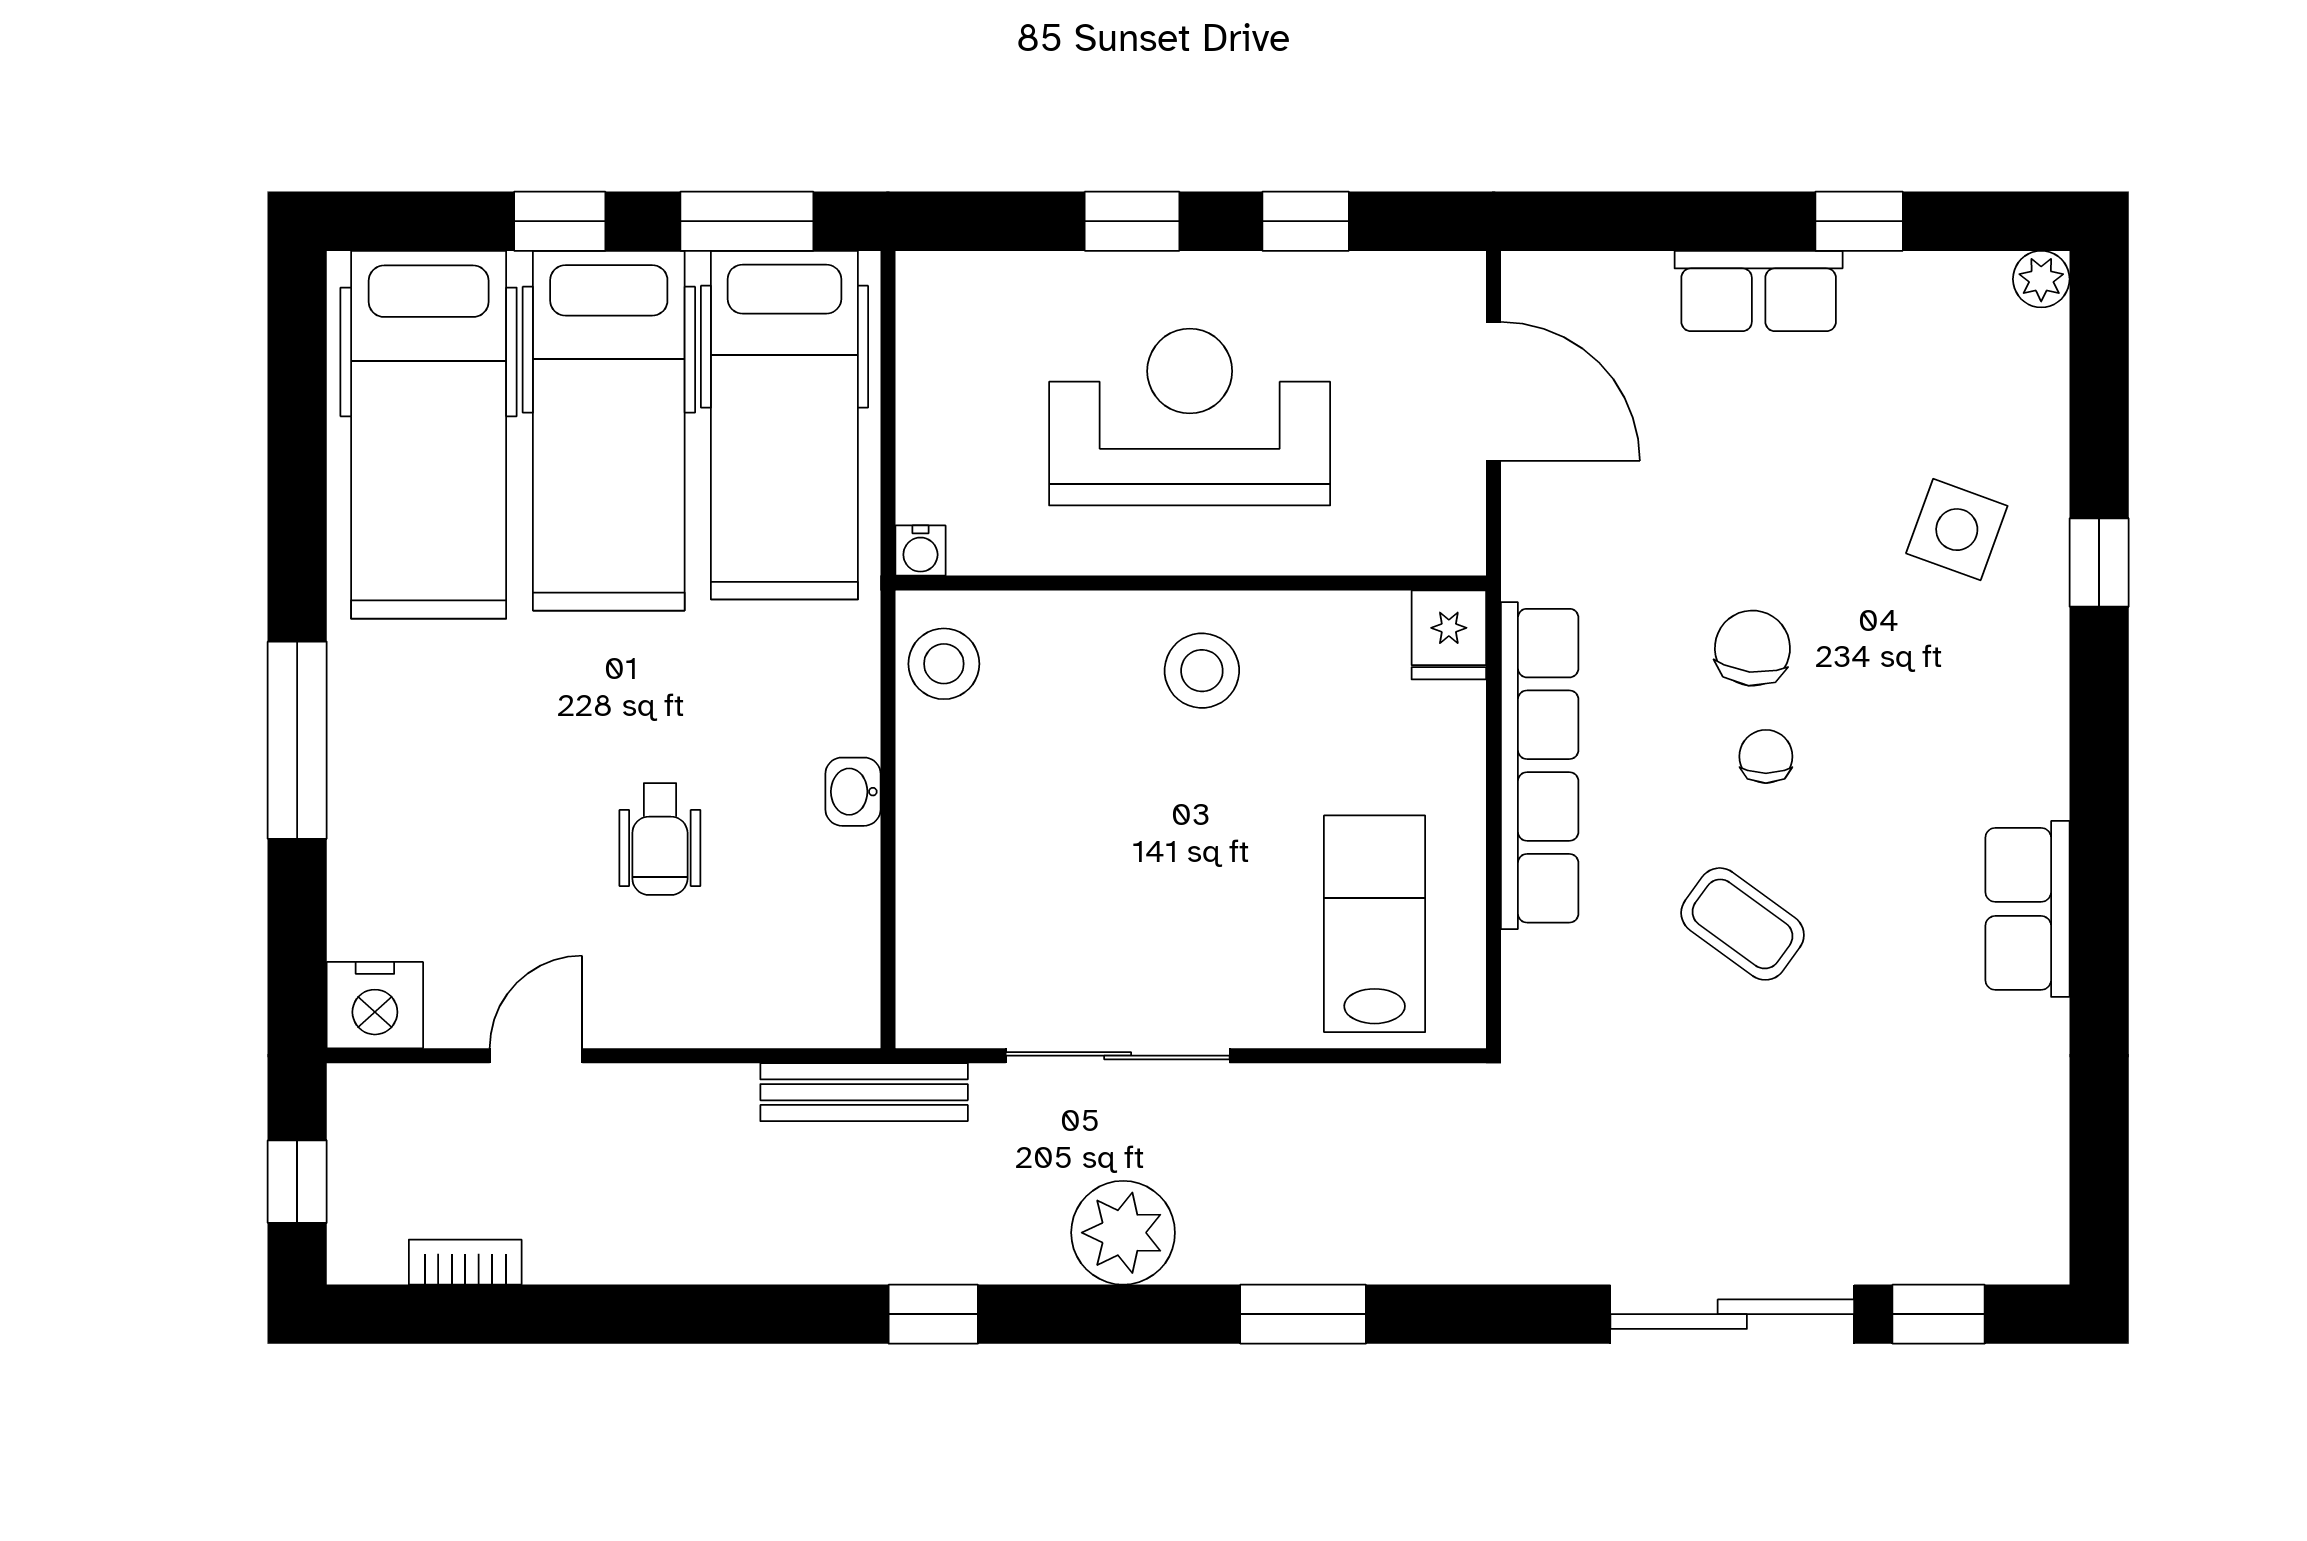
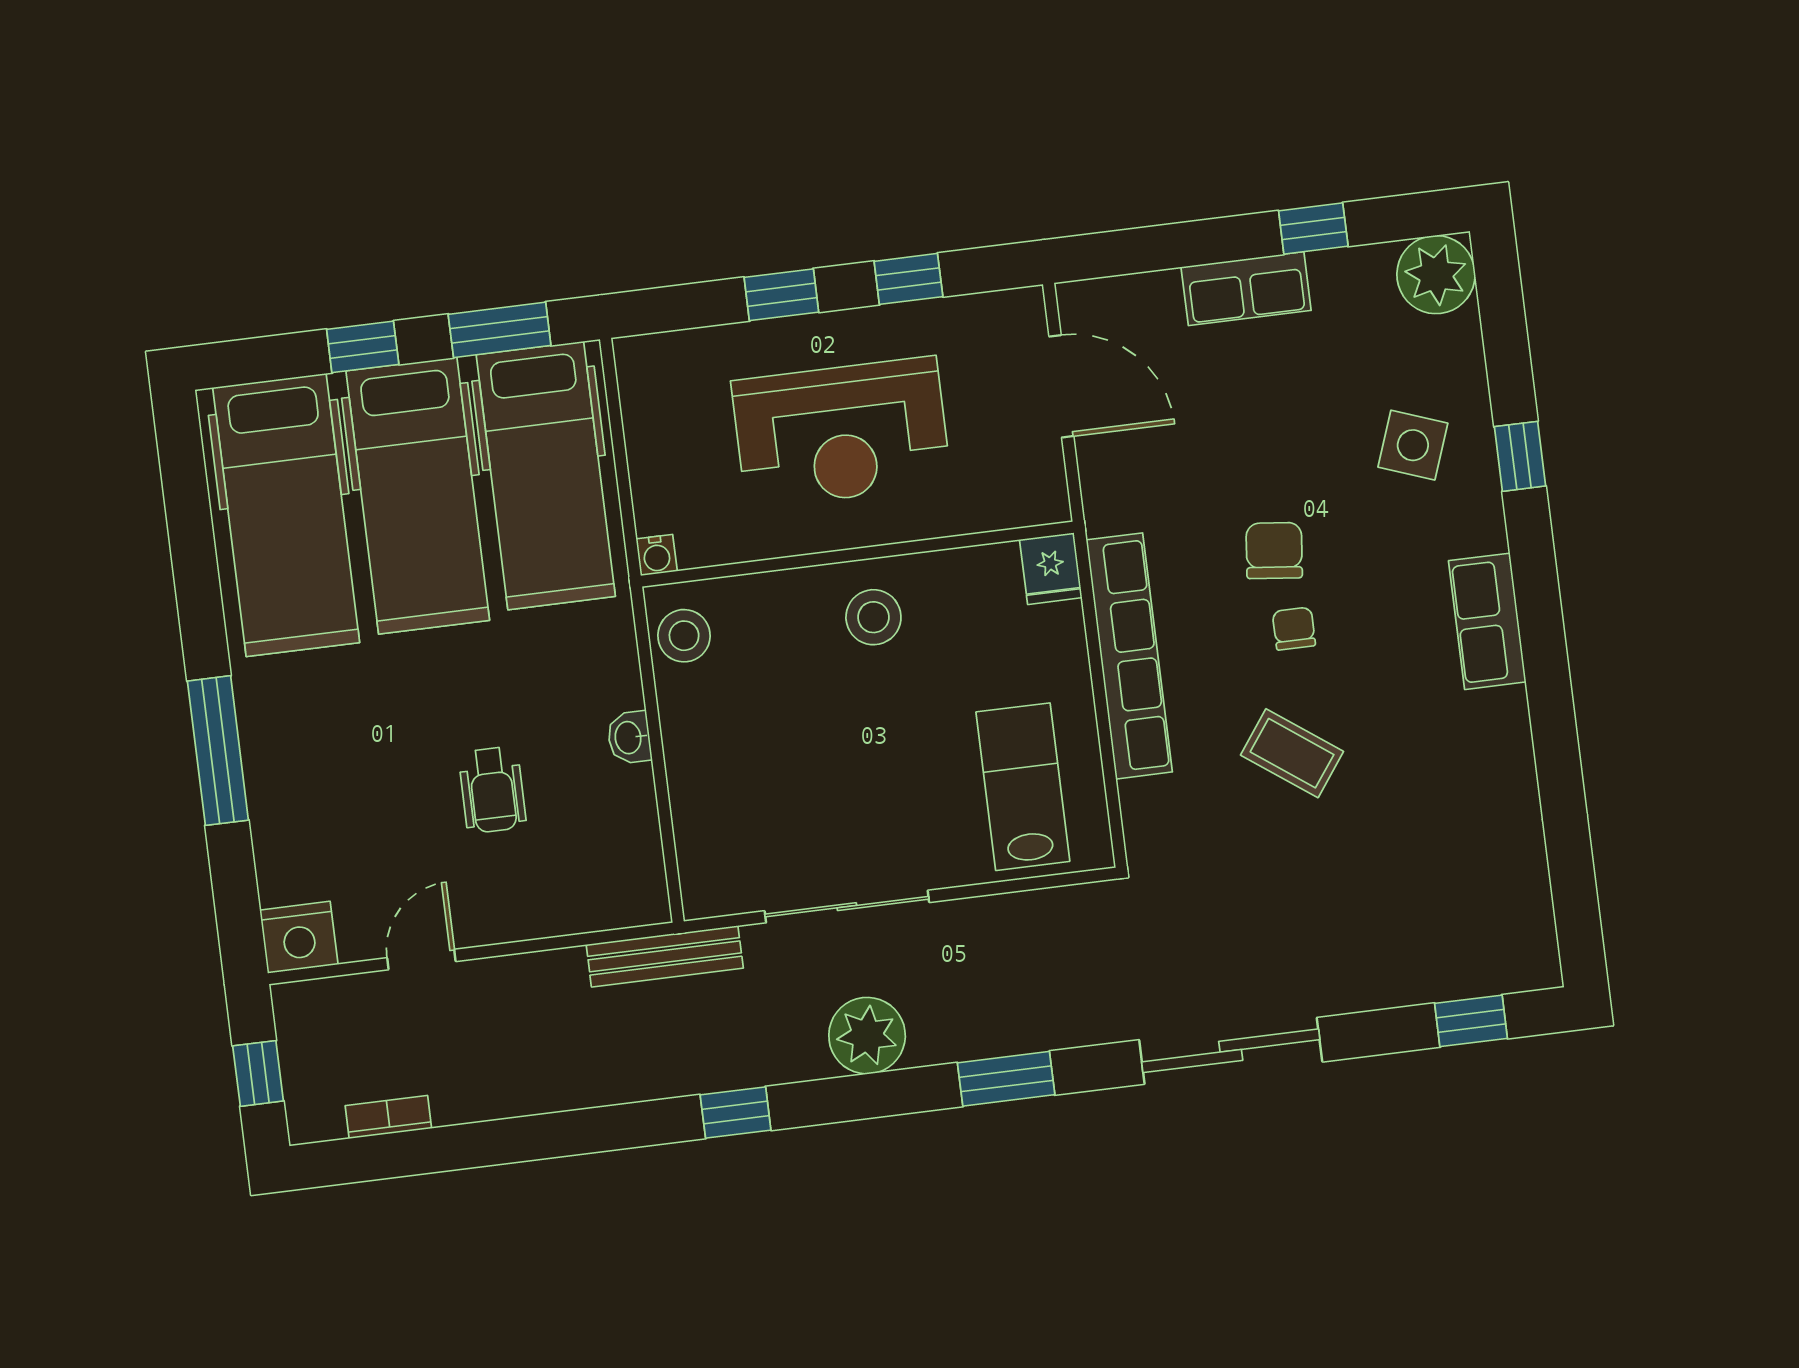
plant: (2041, 279) -> (1436, 275), width x1.88, depth x1.88
reception desk: (1190, 417) -> (841, 433), turned 180
row of seats: (2027, 909) -> (1487, 621), moved
sliding door: (1732, 1314) -> (1231, 1051), moved

